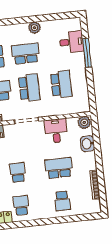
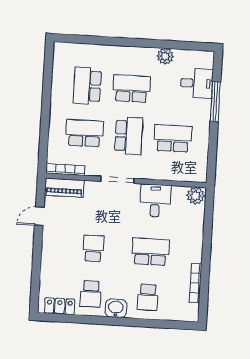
plant: (34, 28) -> (165, 56), moved
school desk: (61, 84) -> (173, 138), turned -90
washbasin: (87, 144) -> (116, 308), moved, turned 90
school desk: (21, 205) -> (91, 294), turned 180

